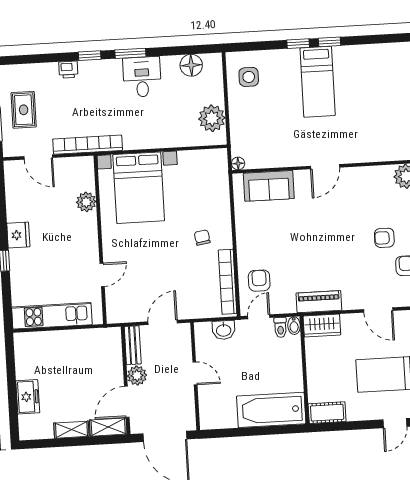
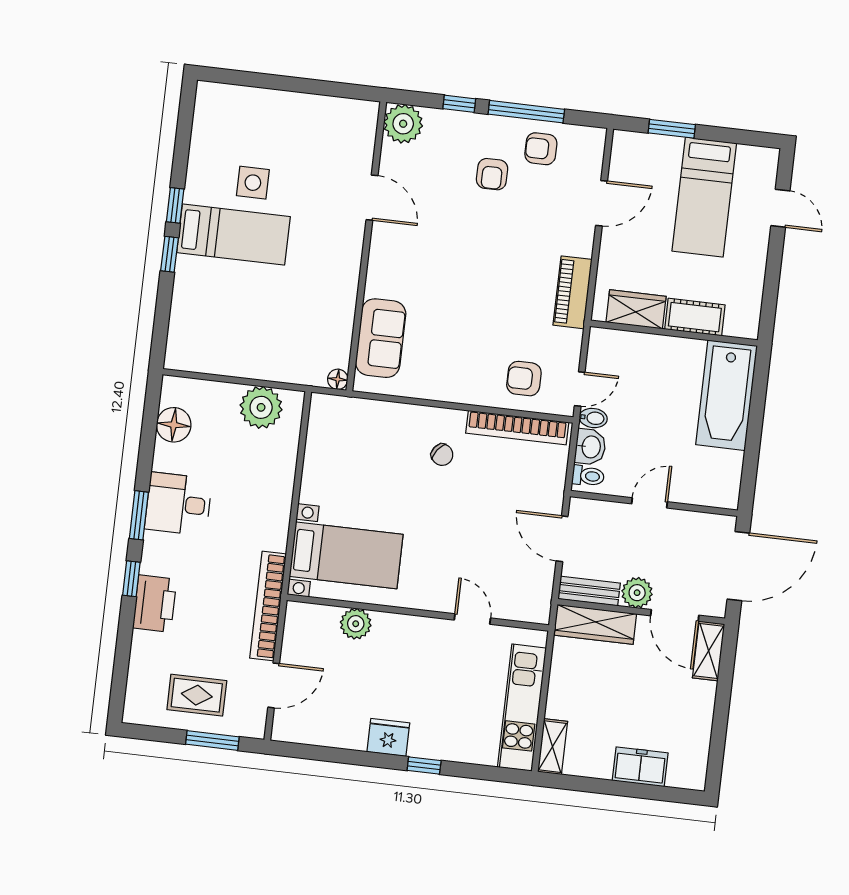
printer: (68, 70) -> (155, 604), width x1.87, depth x1.48
side table: (249, 77) -> (253, 183), moved
door: (325, 167) -> (372, 198), moved
bed with nightstands: (139, 188) -> (346, 555), width x0.73
chair: (202, 238) -> (442, 455), turned -134
door: (259, 317) -> (580, 389), swing flipped
wardrobe: (322, 325) -> (636, 309), moved, turned -90
bidet: (294, 326) -> (593, 418), moved
toilet: (280, 327) -> (588, 476), moved
wardrobe: (112, 353) -> (595, 624), added
cot: (327, 413) -> (695, 317), moved, turned 90
shelving: (71, 430) -> (553, 747), moved

